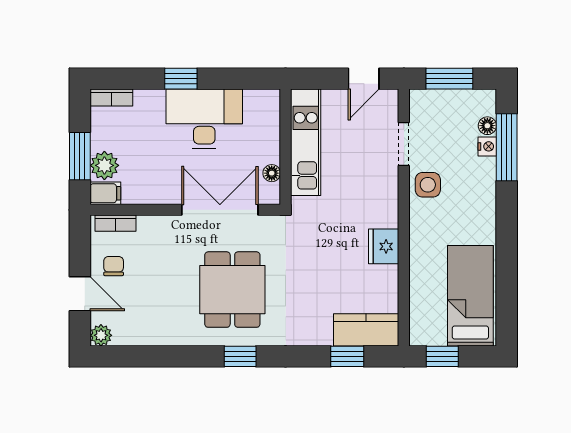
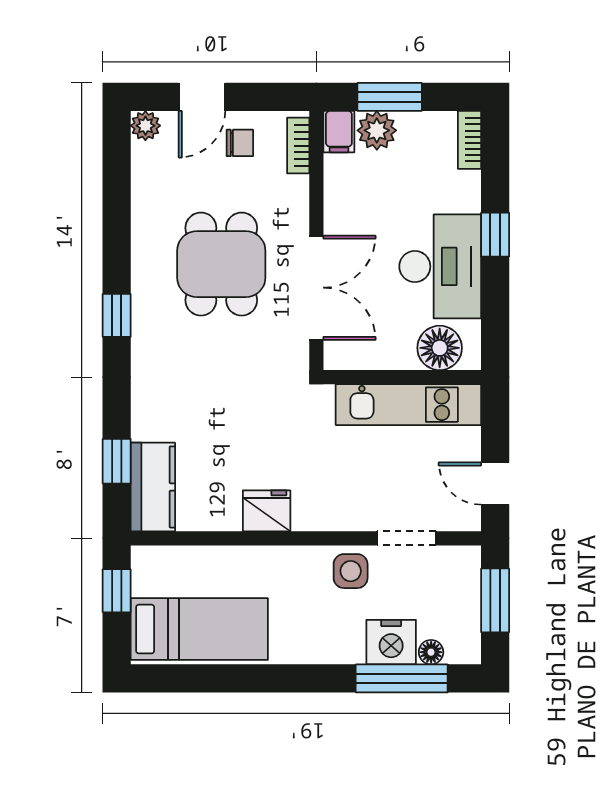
nightstand: (487, 146) -> (391, 642), width x1.89, depth x1.79
floor lamp: (272, 173) -> (440, 348), moved, width x1.89, depth x1.89
dining table: (232, 290) -> (221, 264), moved, turned 90

